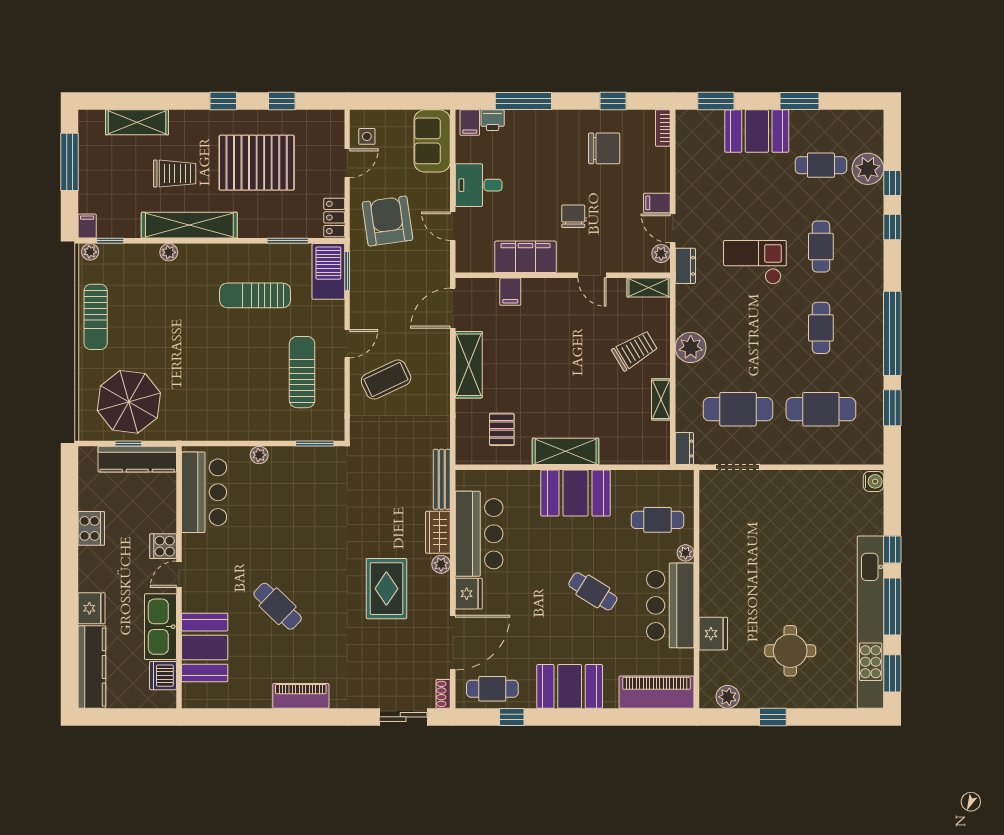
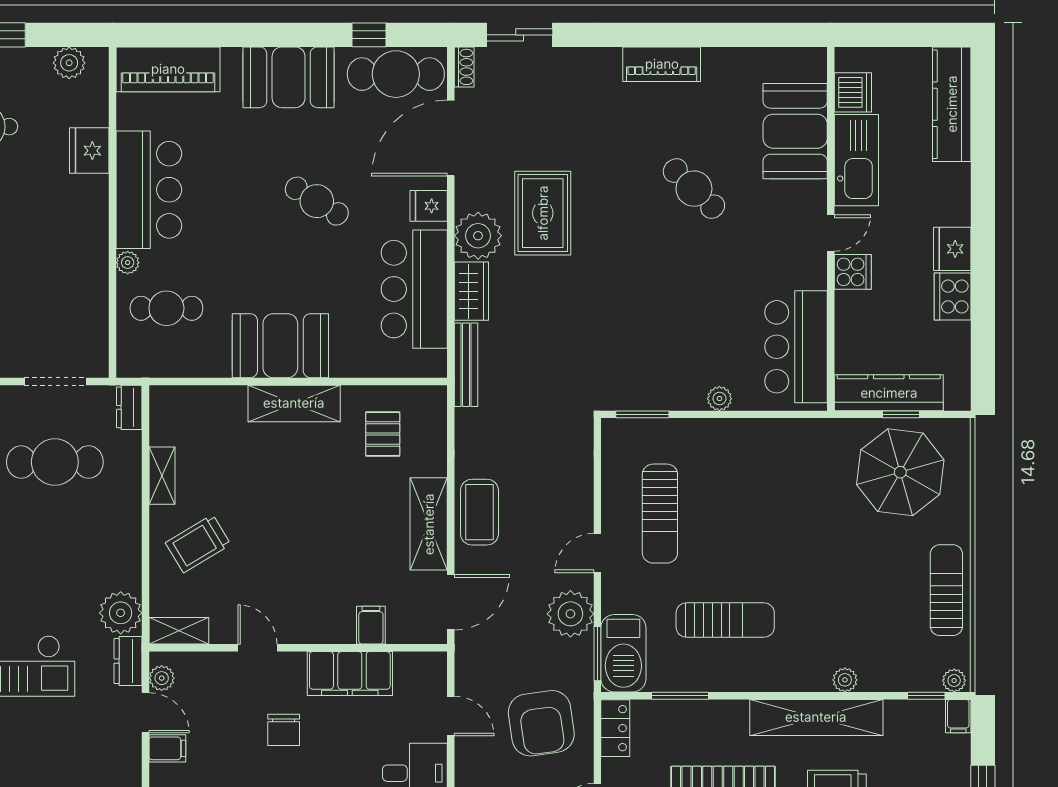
plant: (367, 300) -> (570, 614), added
plant: (691, 347) -> (121, 613), moved
coffee table: (386, 379) -> (479, 512), moved, turned -65
plant: (441, 564) -> (478, 236), width x1.88, depth x1.88
cafe table: (593, 591) -> (317, 201), moved
fridge: (469, 594) -> (429, 206), width x0.72
fridge: (91, 608) -> (952, 249), moved
cafe table: (492, 689) -> (396, 74), width x1.37, depth x1.35

